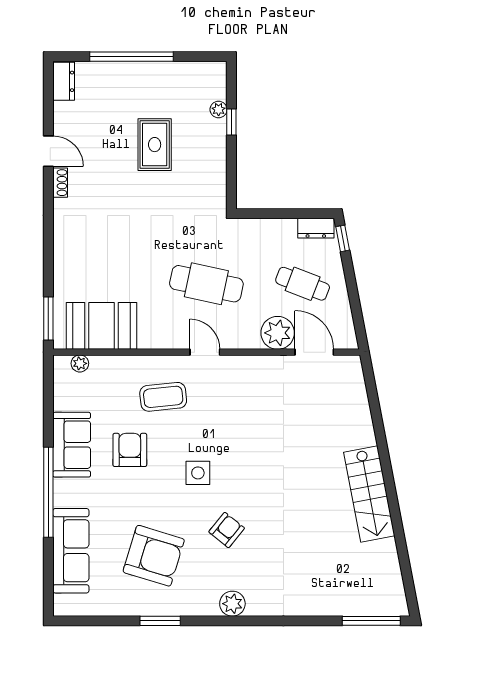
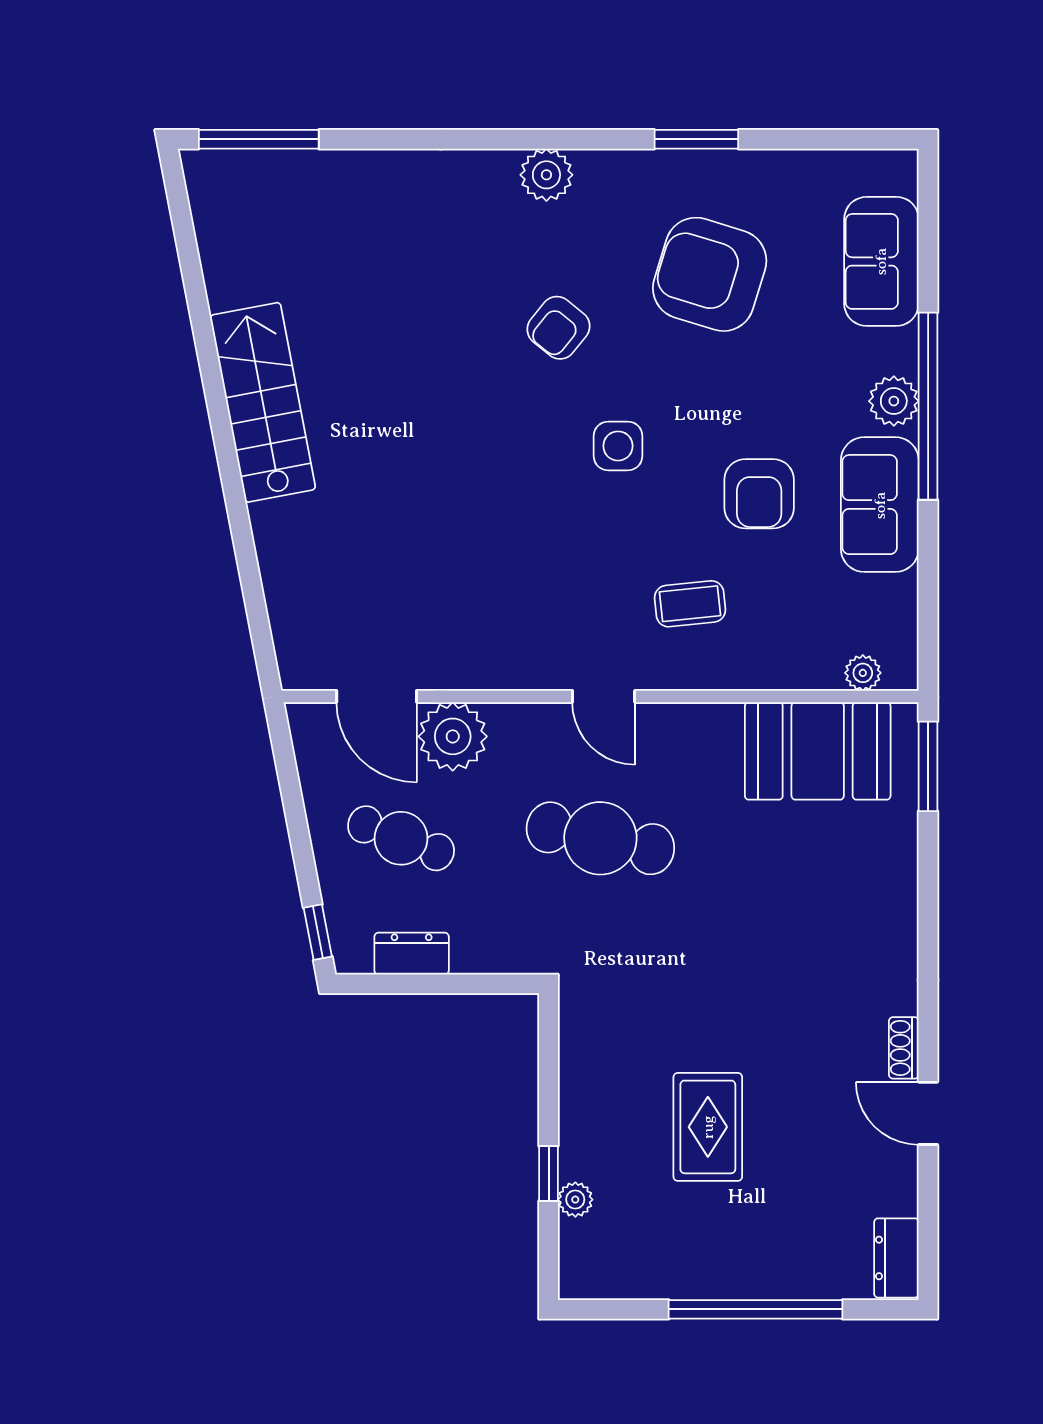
dresser: (316, 228) -> (412, 954), moved
coffee table: (163, 397) -> (690, 604), width x0.73, depth x0.77
plant: (65, 495) -> (894, 401), added
sofa: (71, 551) -> (881, 261), width x0.73

